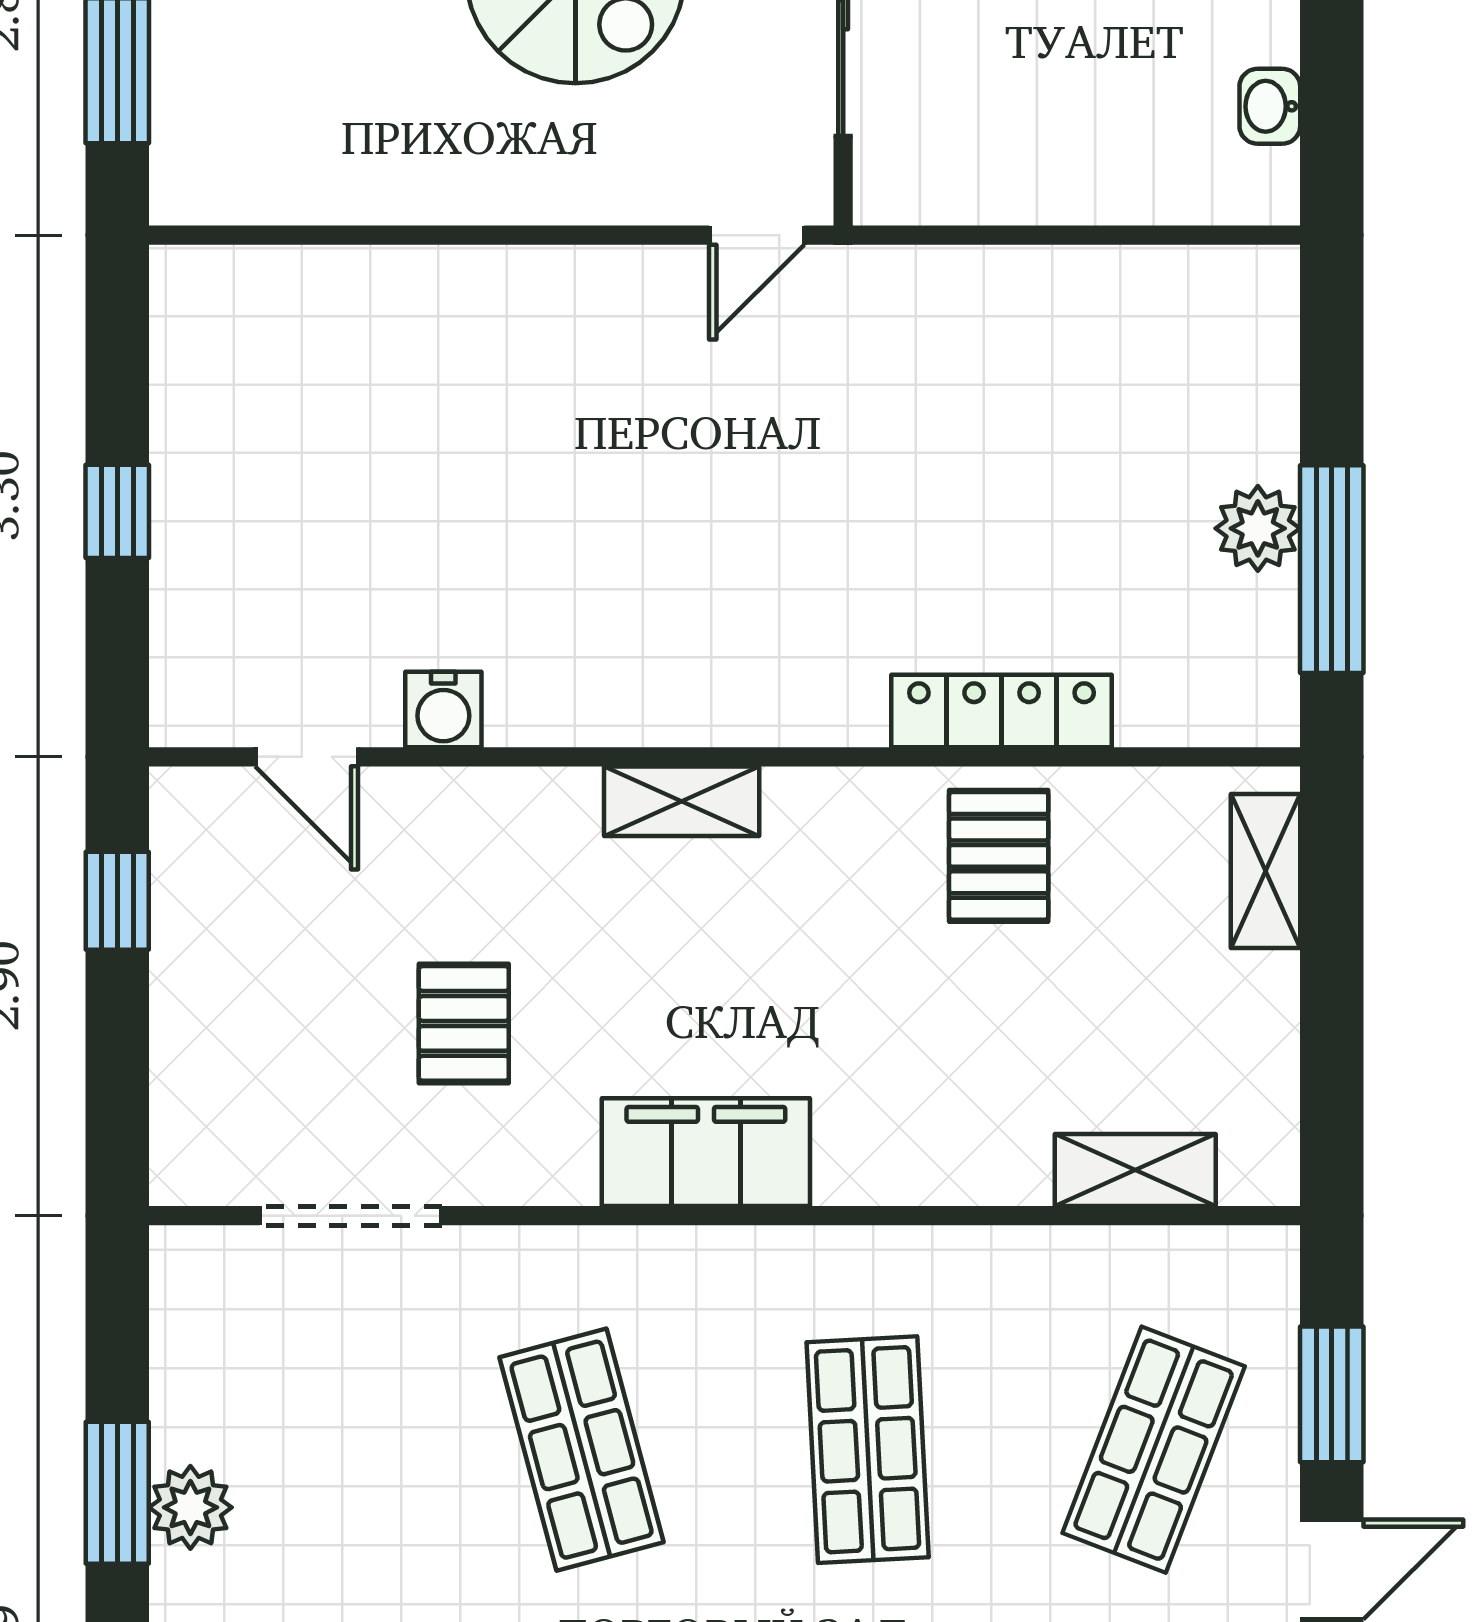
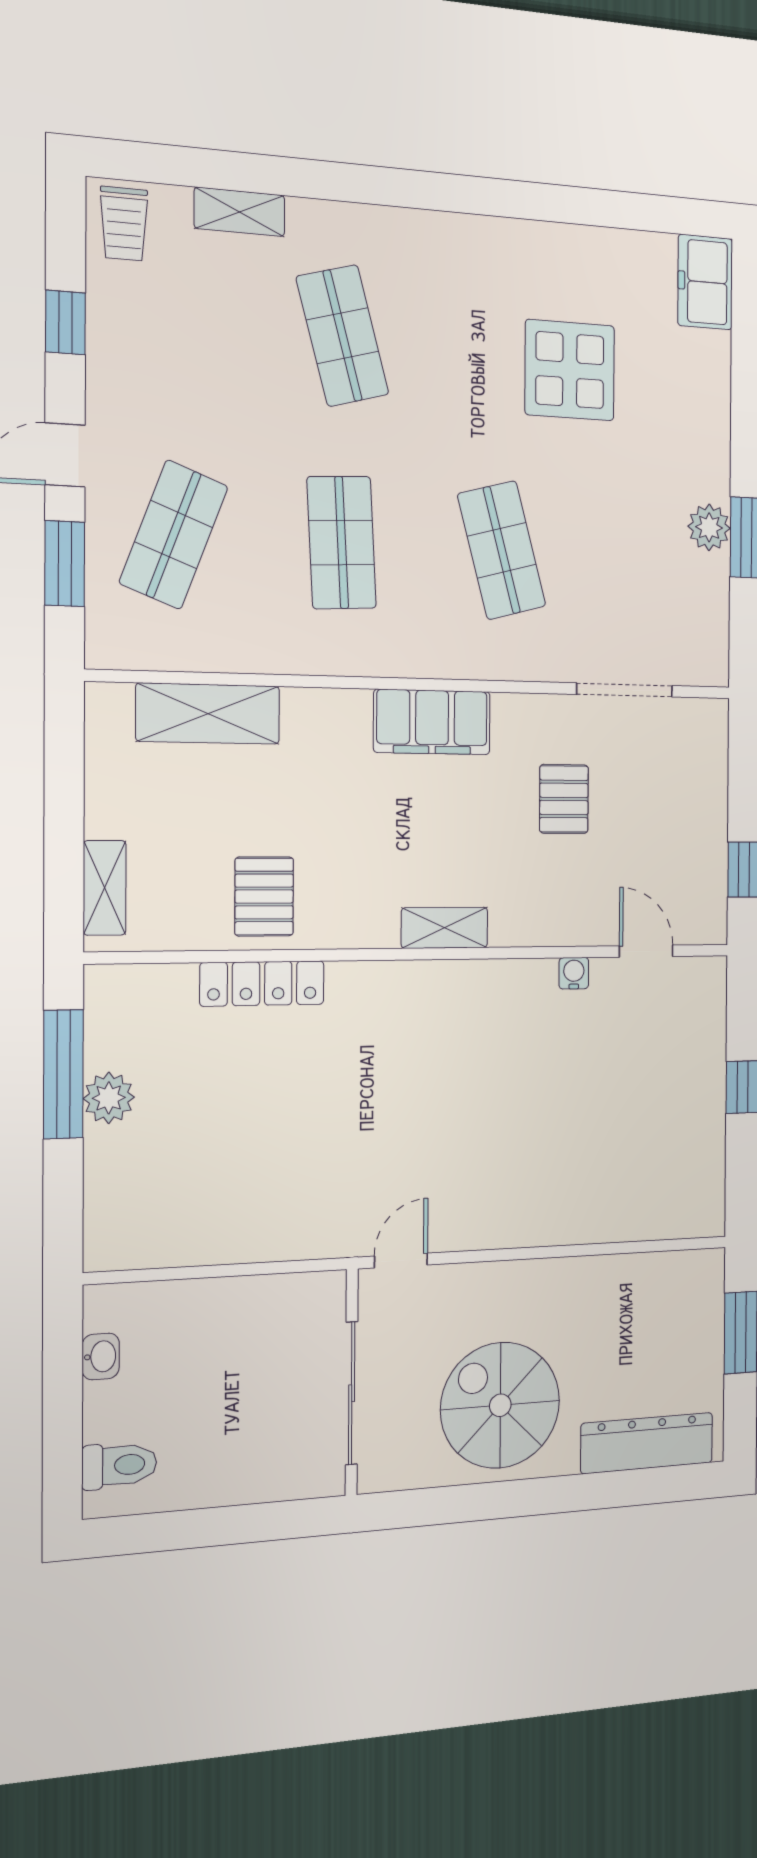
water cooler: (443, 710) -> (574, 973), width x0.72, depth x0.72
shelving: (1135, 1170) -> (208, 714), width x1.50, depth x1.33

